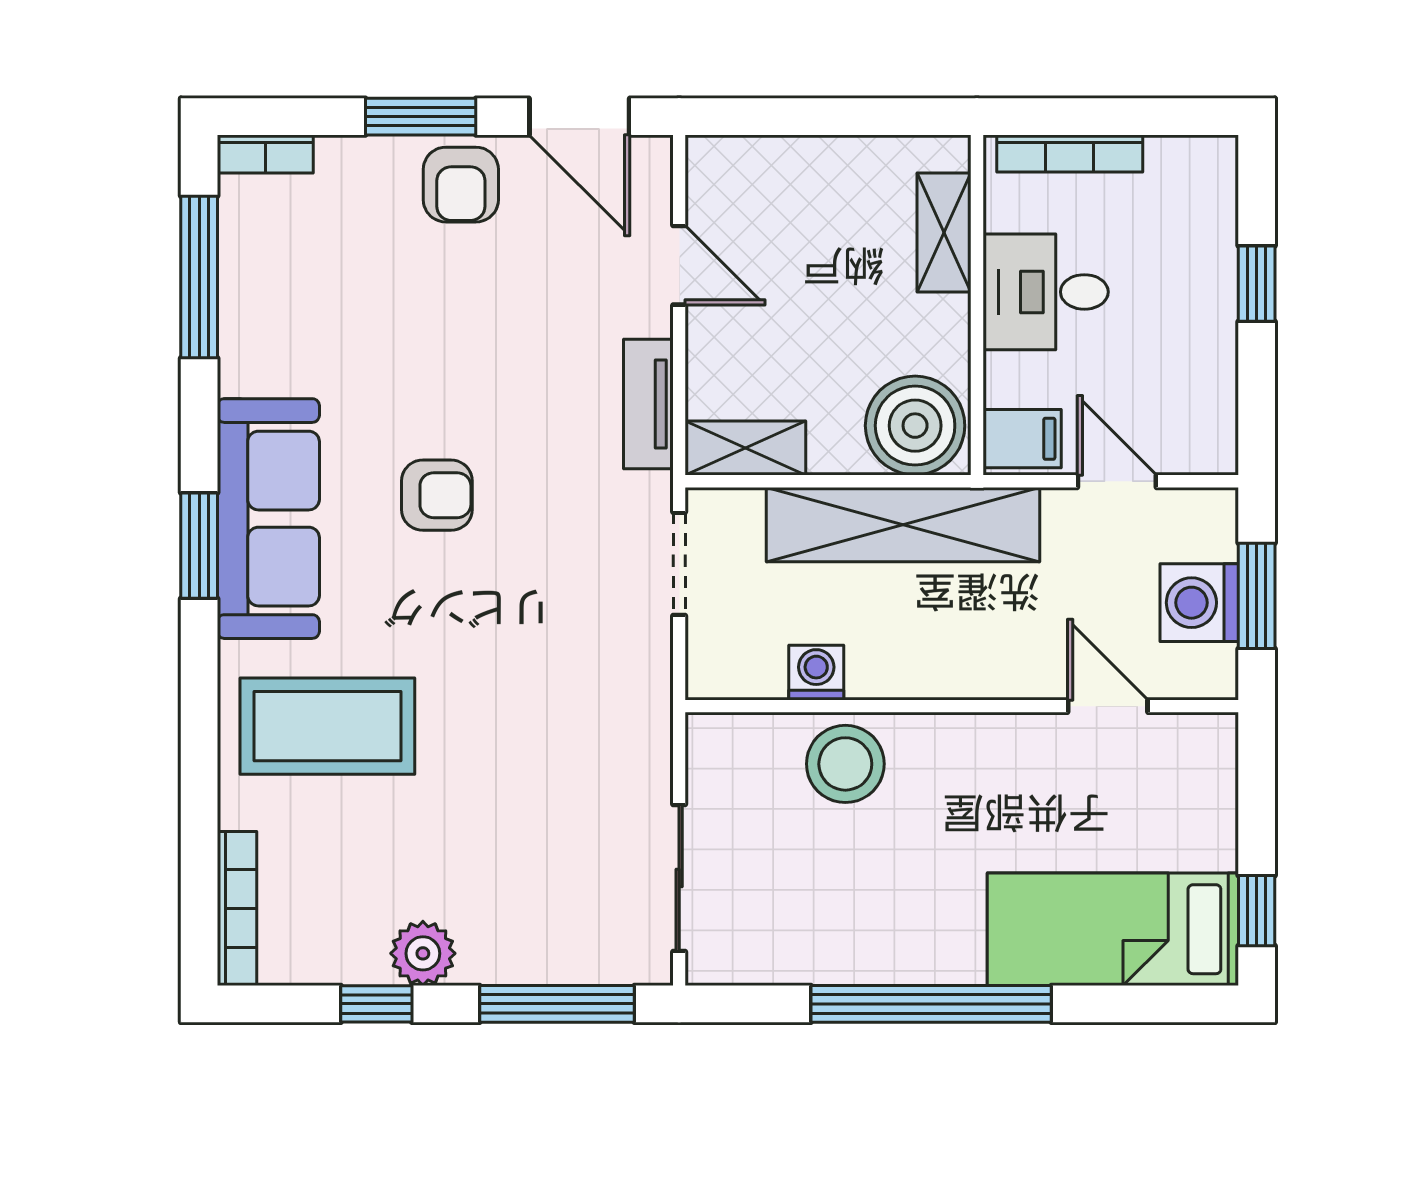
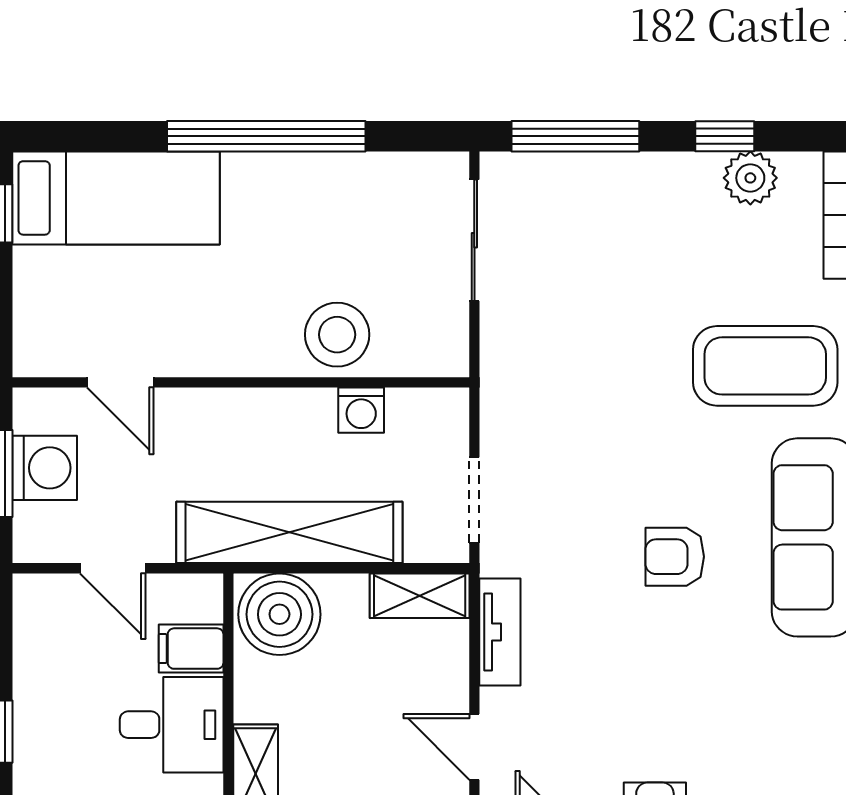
filing cabinet: (1022, 439) -> (191, 649), moved
plant: (423, 953) -> (750, 178), moved

